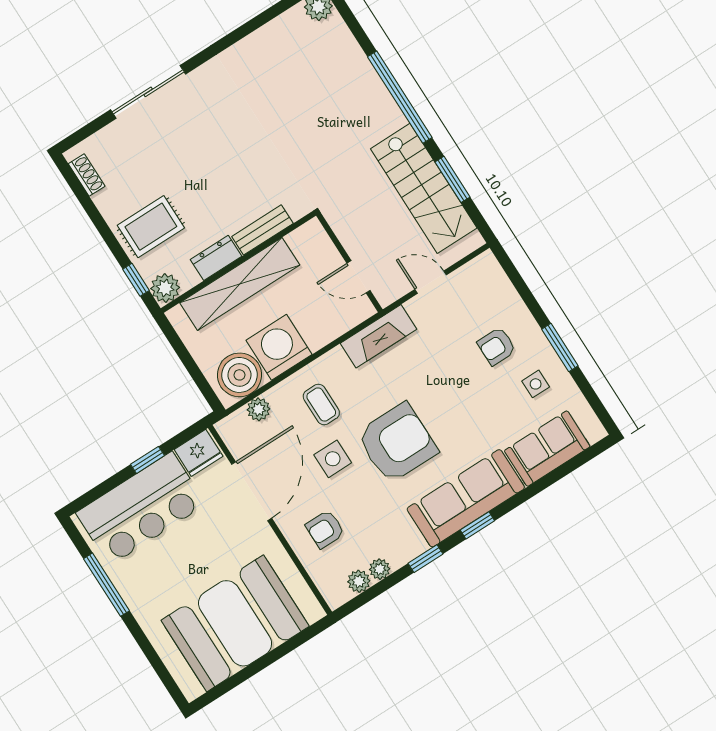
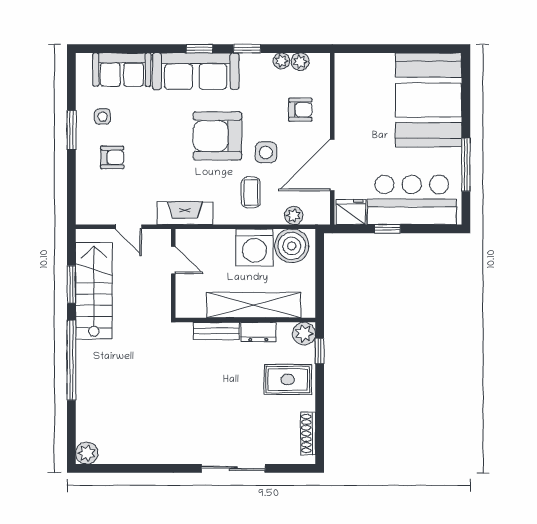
shoe rack: (87, 175) -> (308, 433), width x1.43
booth: (235, 623) -> (429, 100), moved, turned 90

